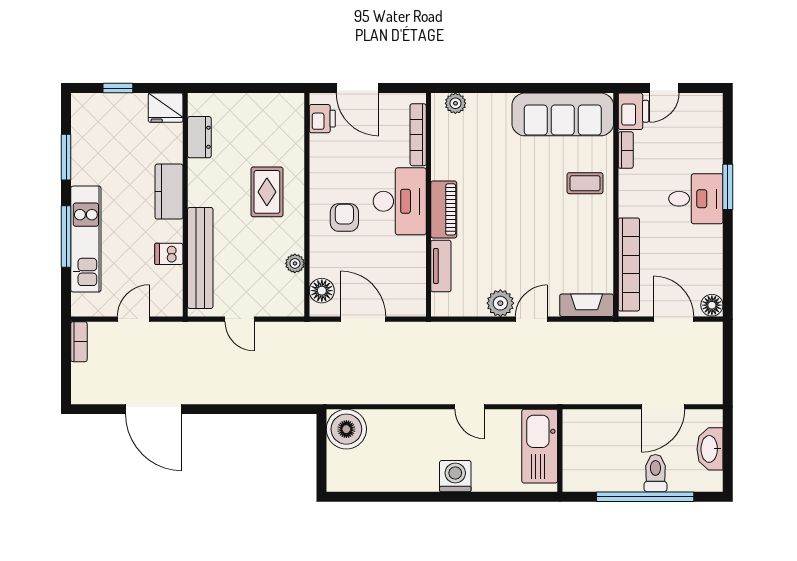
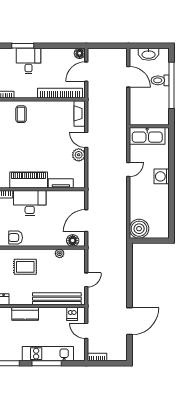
piano: (444, 209) -> (29, 180), width x1.37, depth x1.33
armchair: (344, 218) -> (16, 238), moved
dishwasher: (169, 254) -> (72, 314), moved

